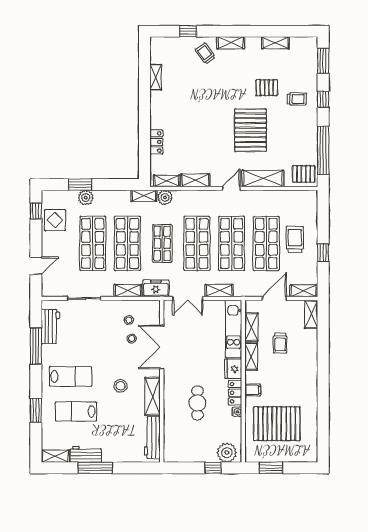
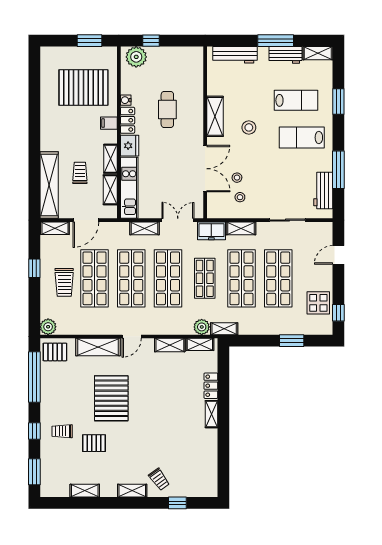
shelving: (156, 77) -> (212, 414), moved
plant: (86, 198) -> (48, 327), moved
shelving: (311, 314) -> (49, 185), width x2.20, depth x1.33
workbench: (152, 438) -> (235, 55), moved, turned 90

